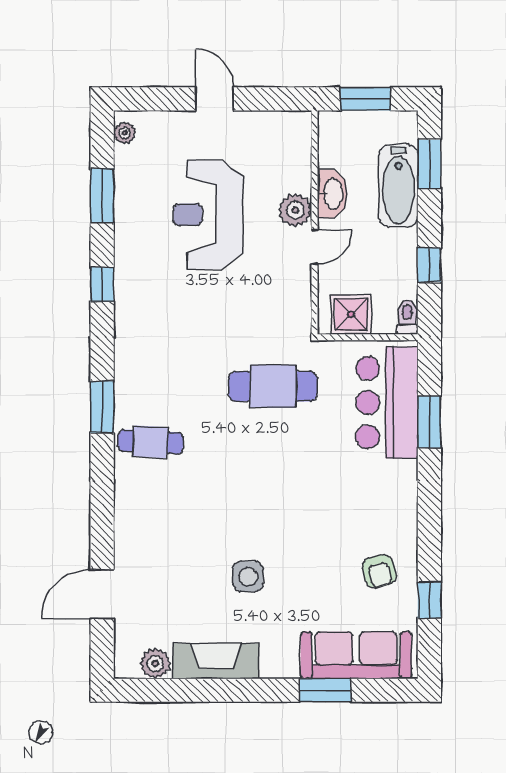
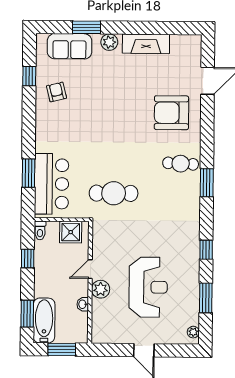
bathtub: (398, 186) -> (44, 321), moved
washbasin: (332, 194) -> (83, 304), width x0.52, depth x0.69
armchair: (168, 535) -> (171, 113), added
side table: (248, 577) -> (128, 90), removed
sofa: (356, 655) -> (70, 46), width x0.73
plant: (155, 663) -> (109, 42), moved

